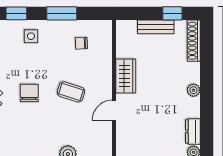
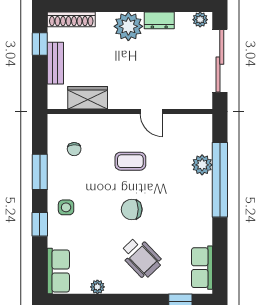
wardrobe: (126, 76) -> (88, 98), moved
plant: (193, 90) -> (128, 26), width x1.87, depth x1.87
coffee table: (71, 92) -> (130, 161), turned 72
dresser: (193, 131) -> (159, 20), moved

